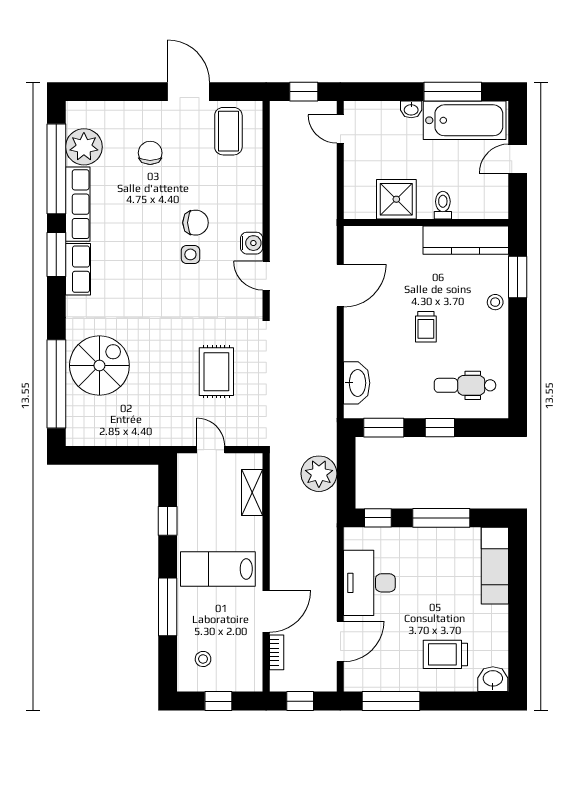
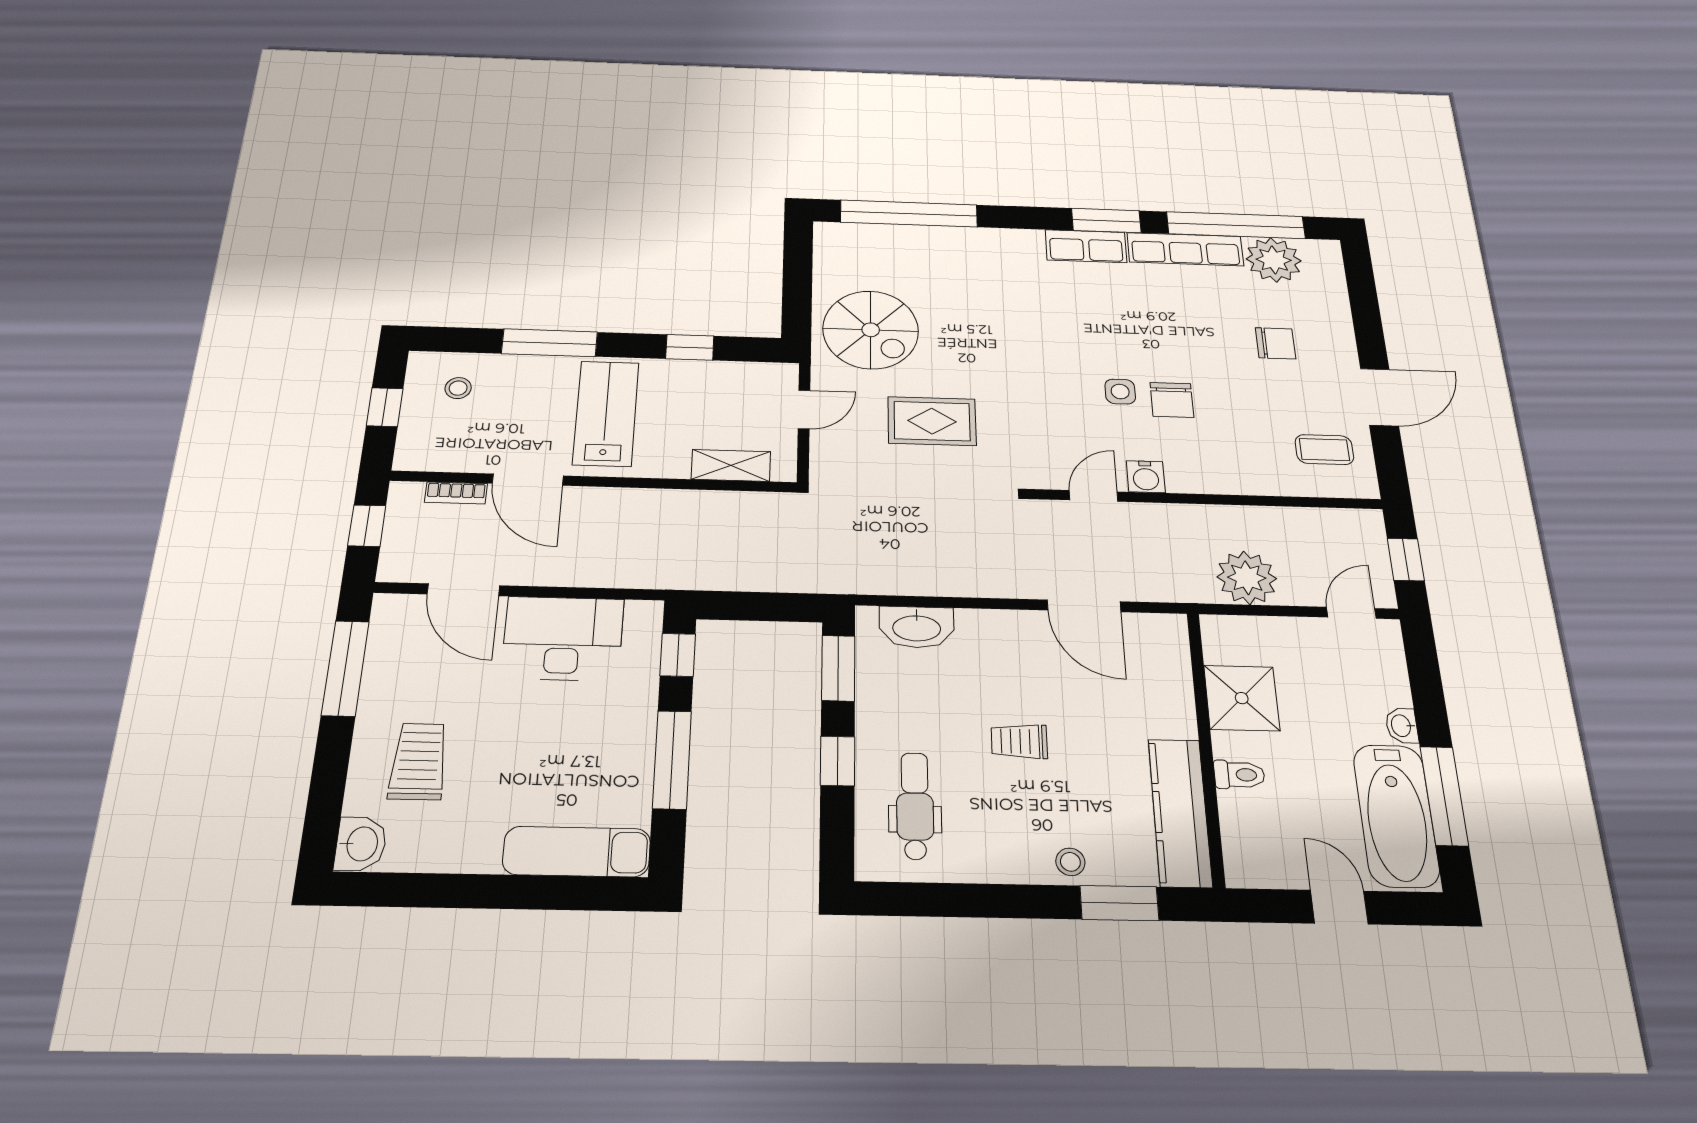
coffee table: (228, 131) -> (1324, 450), width x0.73, depth x0.77
spiral stairs: (99, 365) -> (871, 330), moved
plant: (319, 474) -> (1247, 578), moved

